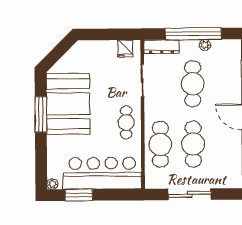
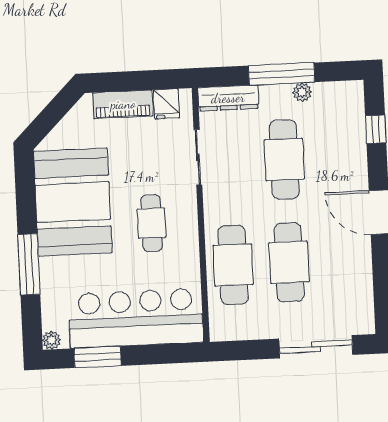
window: (193, 34) -> (282, 74), width x0.68
piano: (100, 48) -> (123, 104), added
window: (41, 114) -> (29, 264), moved
cafe table: (126, 122) -> (152, 223), moved
sliding door: (190, 194) -> (316, 347), moved

